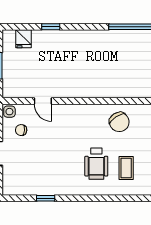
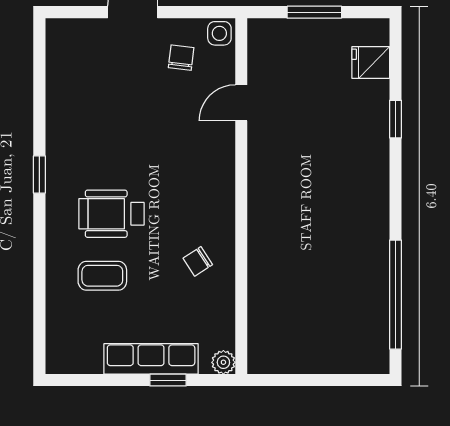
chair: (119, 122) -> (198, 261), width x0.54, depth x0.54
window: (46, 198) -> (39, 174), moved

